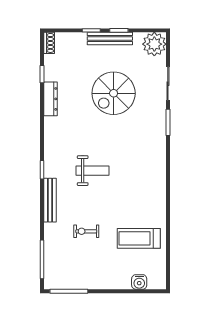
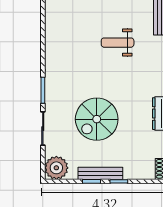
spiral stairs: (114, 93) -> (97, 119), turned 180

